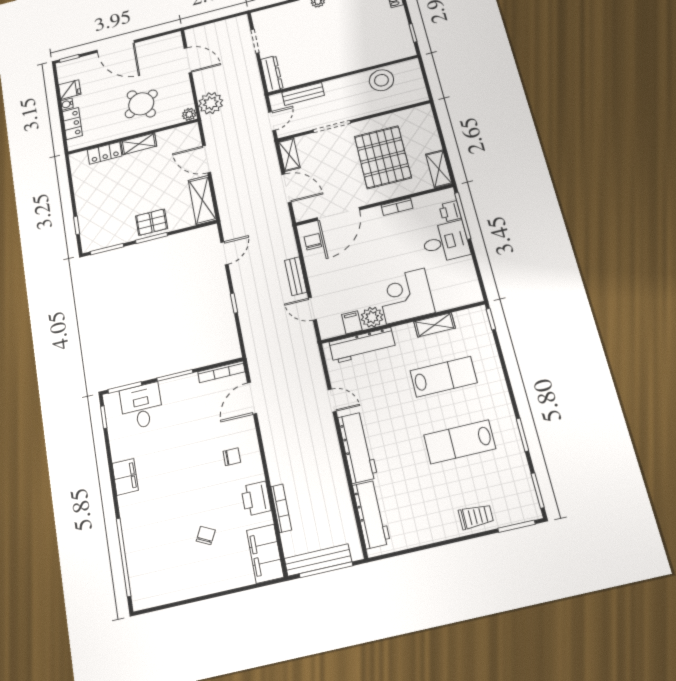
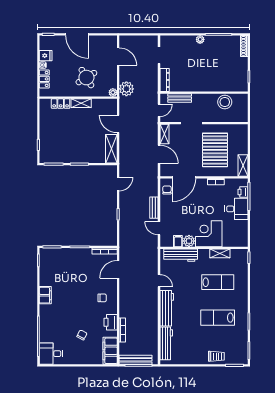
pallet: (152, 222) -> (81, 154), removed
desk: (142, 406) -> (51, 354), moved, turned -90

